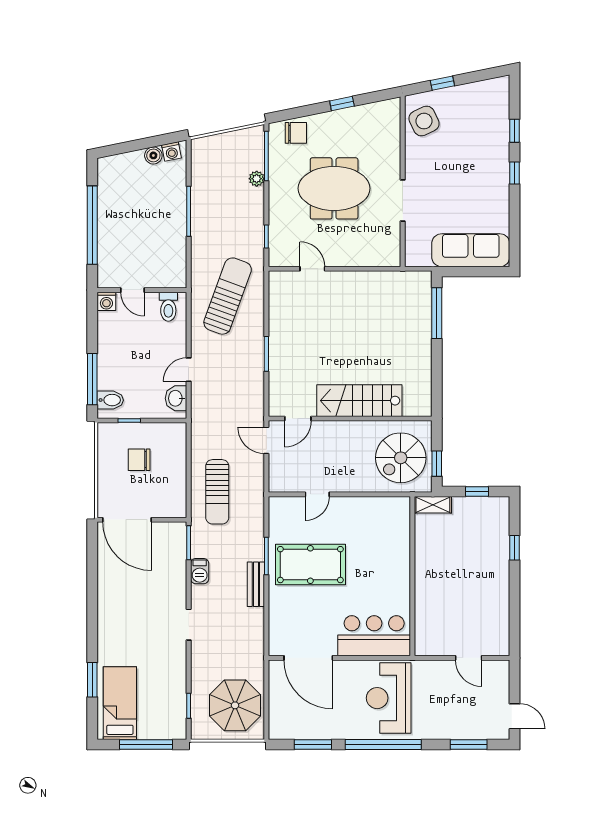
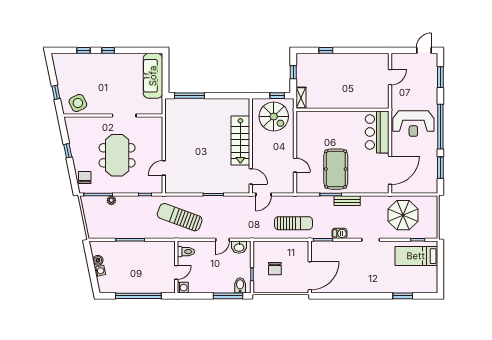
washing machine: (172, 152) -> (100, 271), moved
door: (189, 370) -> (222, 240), hinge flipped
bed: (120, 703) -> (416, 256), moved
parasol: (235, 705) -> (403, 215), moved
window: (146, 745) -> (440, 265), removed

